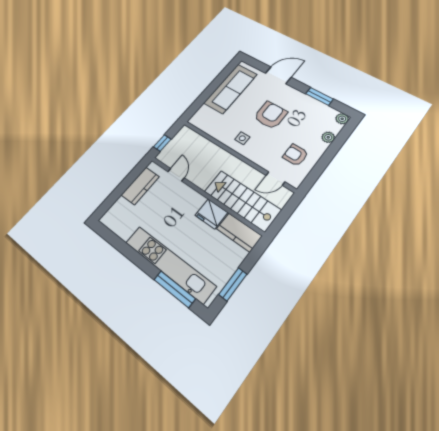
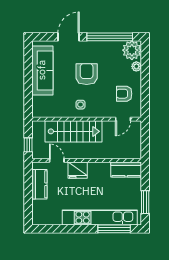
window: (319, 96) -> (110, 37), width x2.11
plant: (342, 119) -> (132, 50), width x1.87, depth x1.87
stairs: (242, 201) -> (74, 131), moved, turned 180
fridge: (211, 214) -> (78, 170), moved

